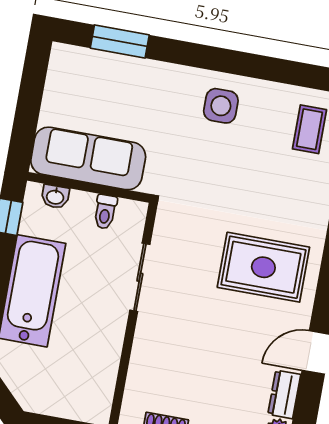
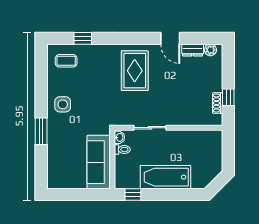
window: (120, 41) -> (41, 131), moved
washbasin: (55, 197) -> (119, 137), moved

